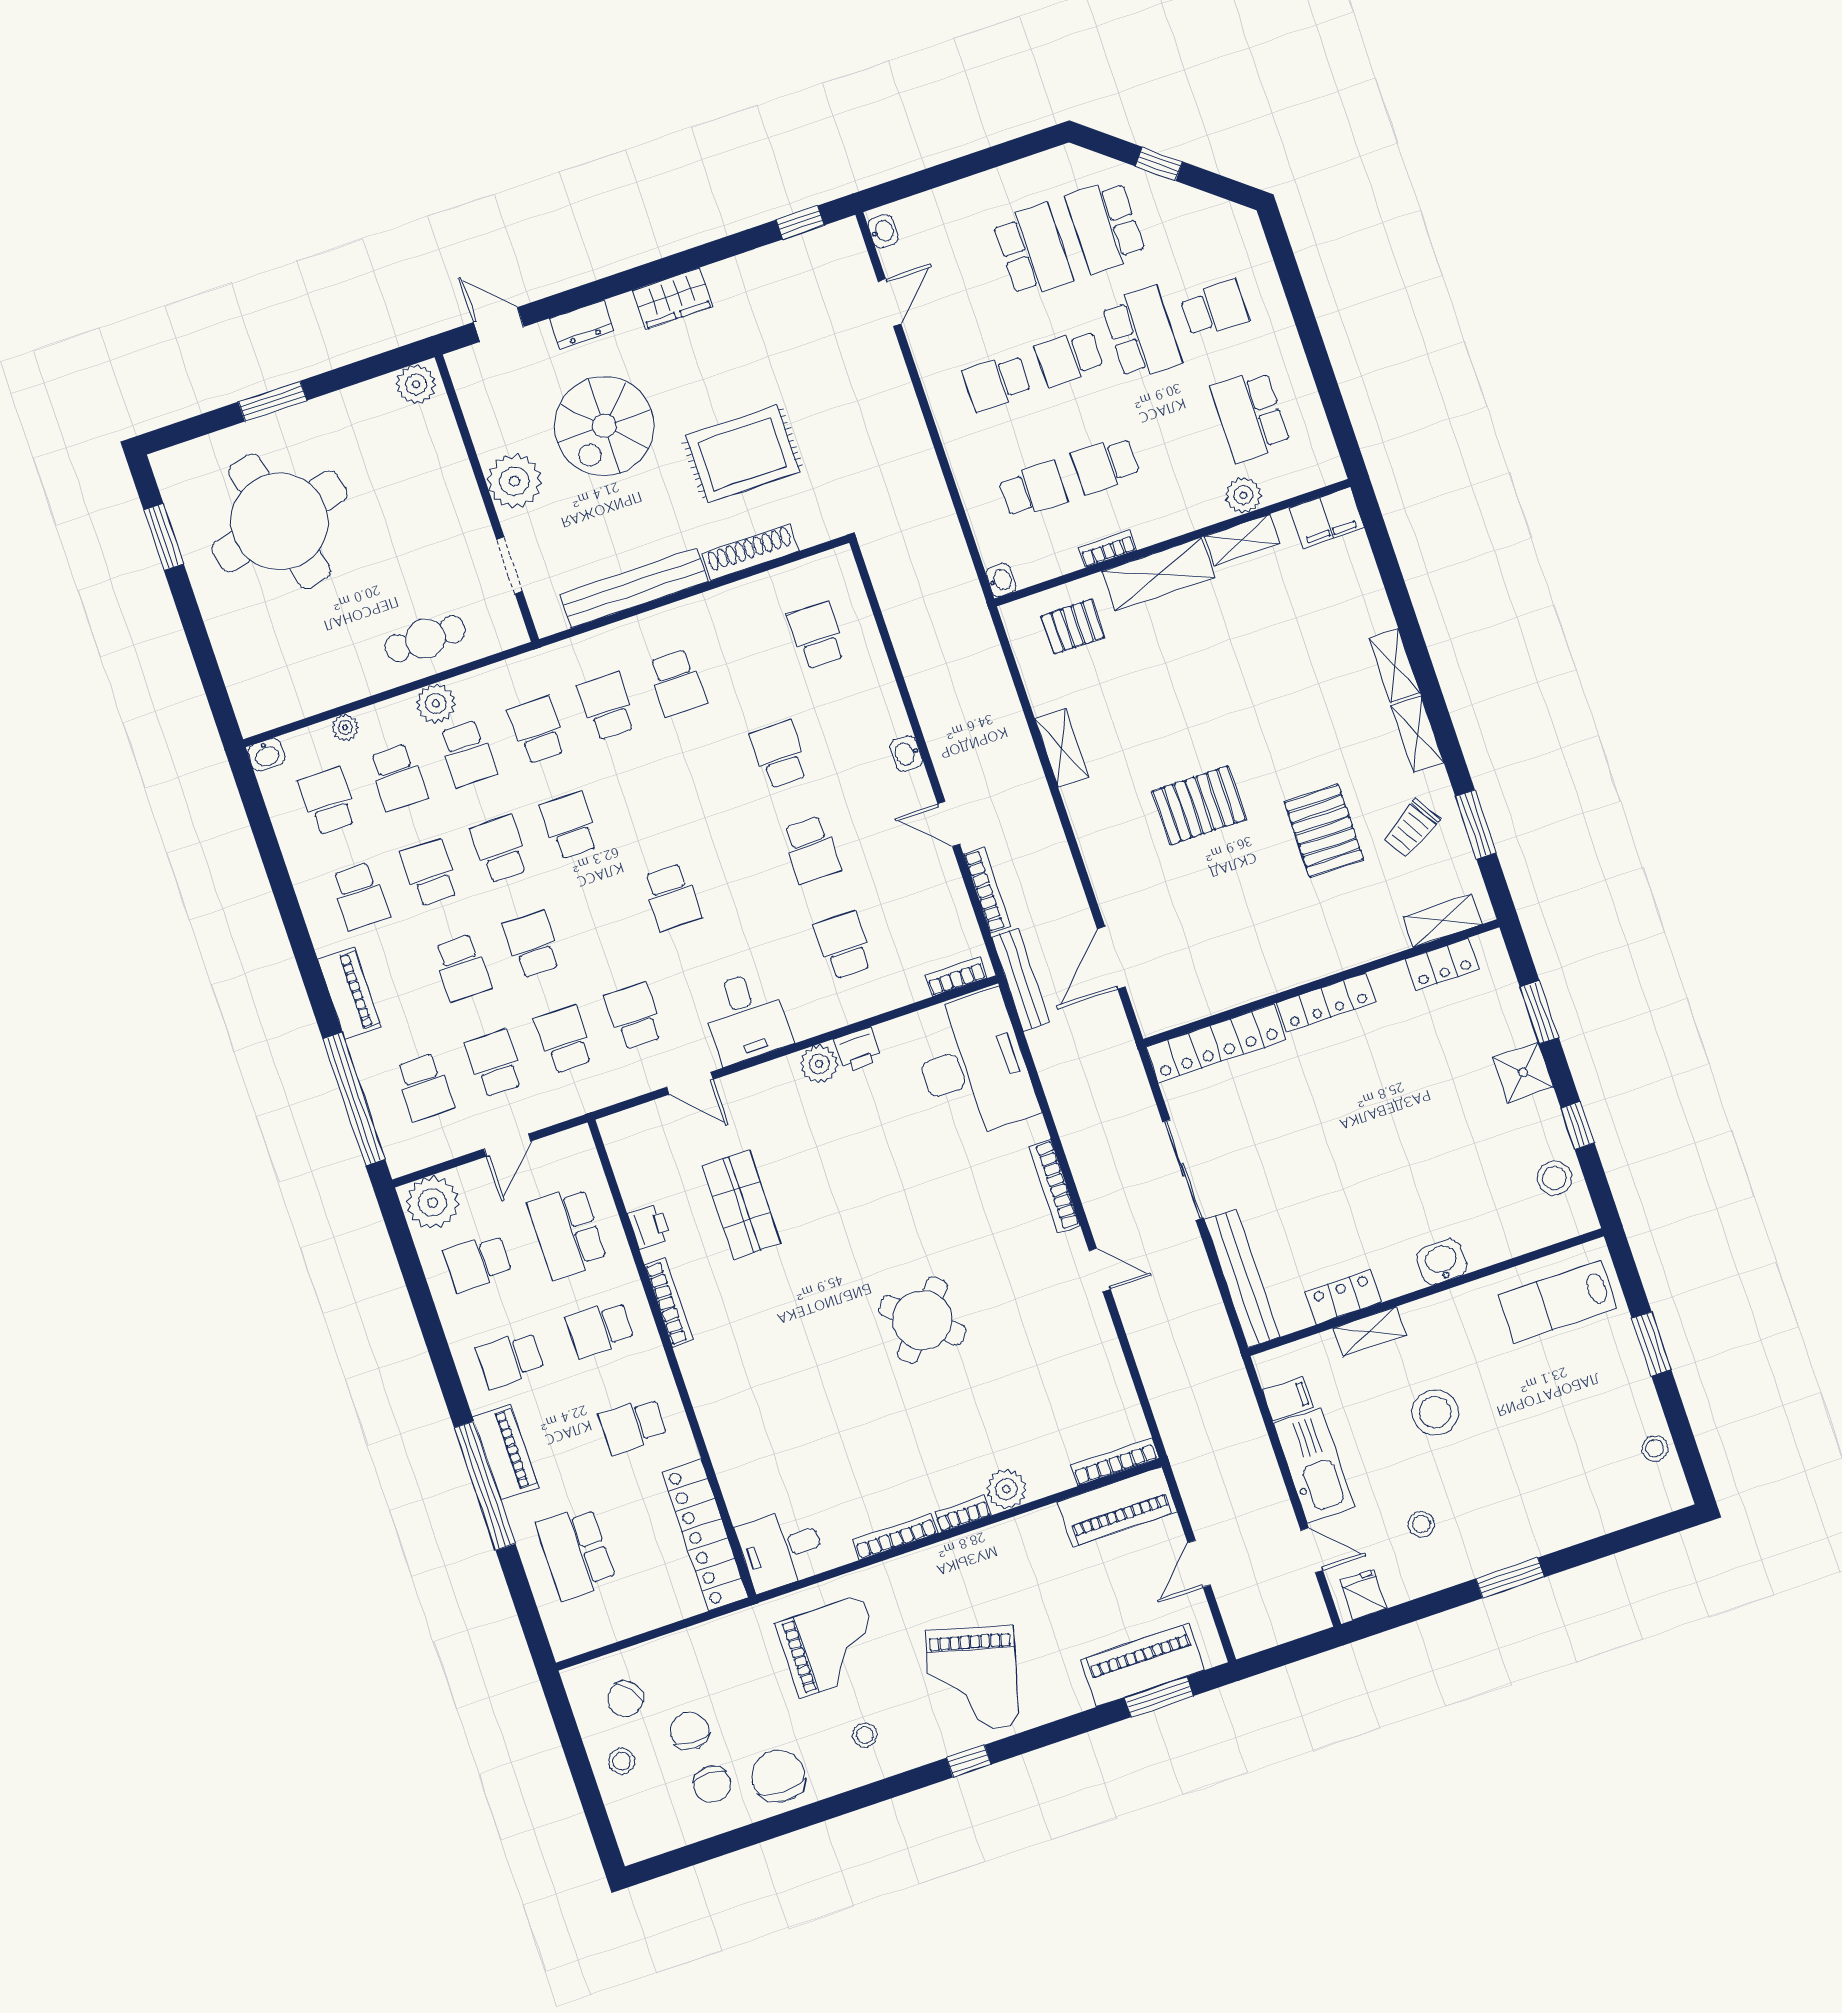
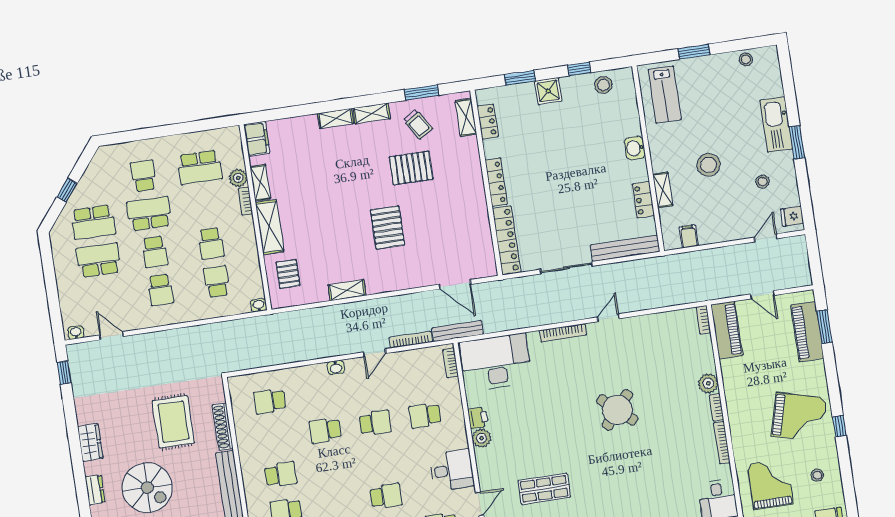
bookcase: (1107, 549) -> (245, 201), moved
bookcase: (1115, 1462) -> (703, 320), width x0.64
kitchen sink: (1314, 1466) -> (776, 124), moved, turned -90

